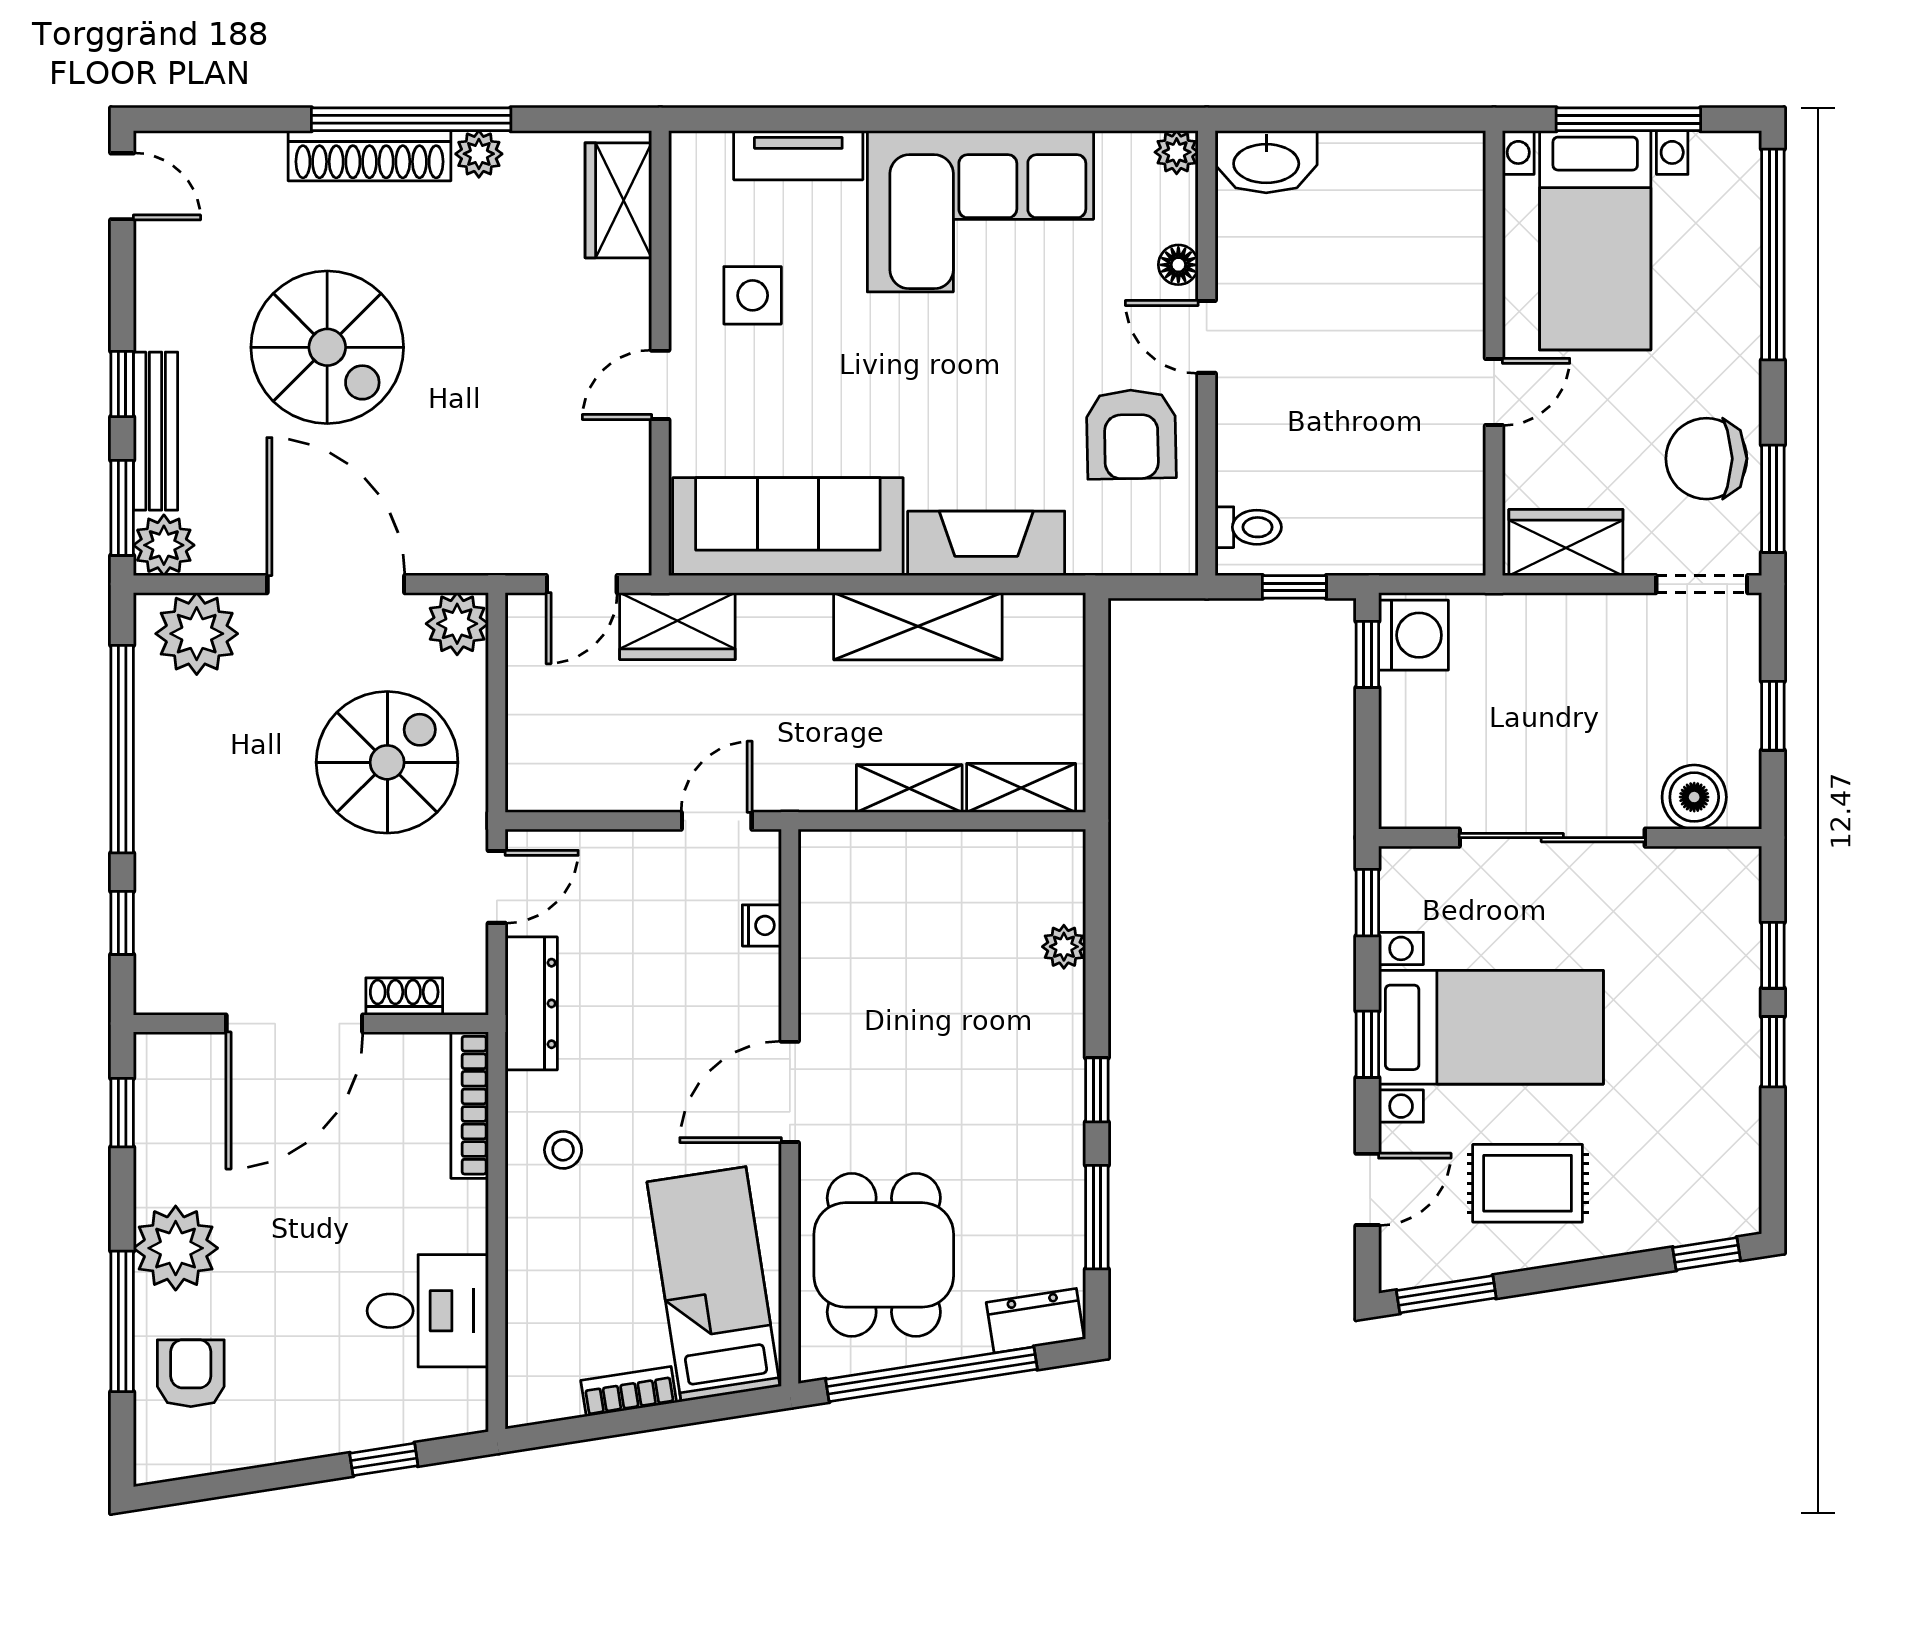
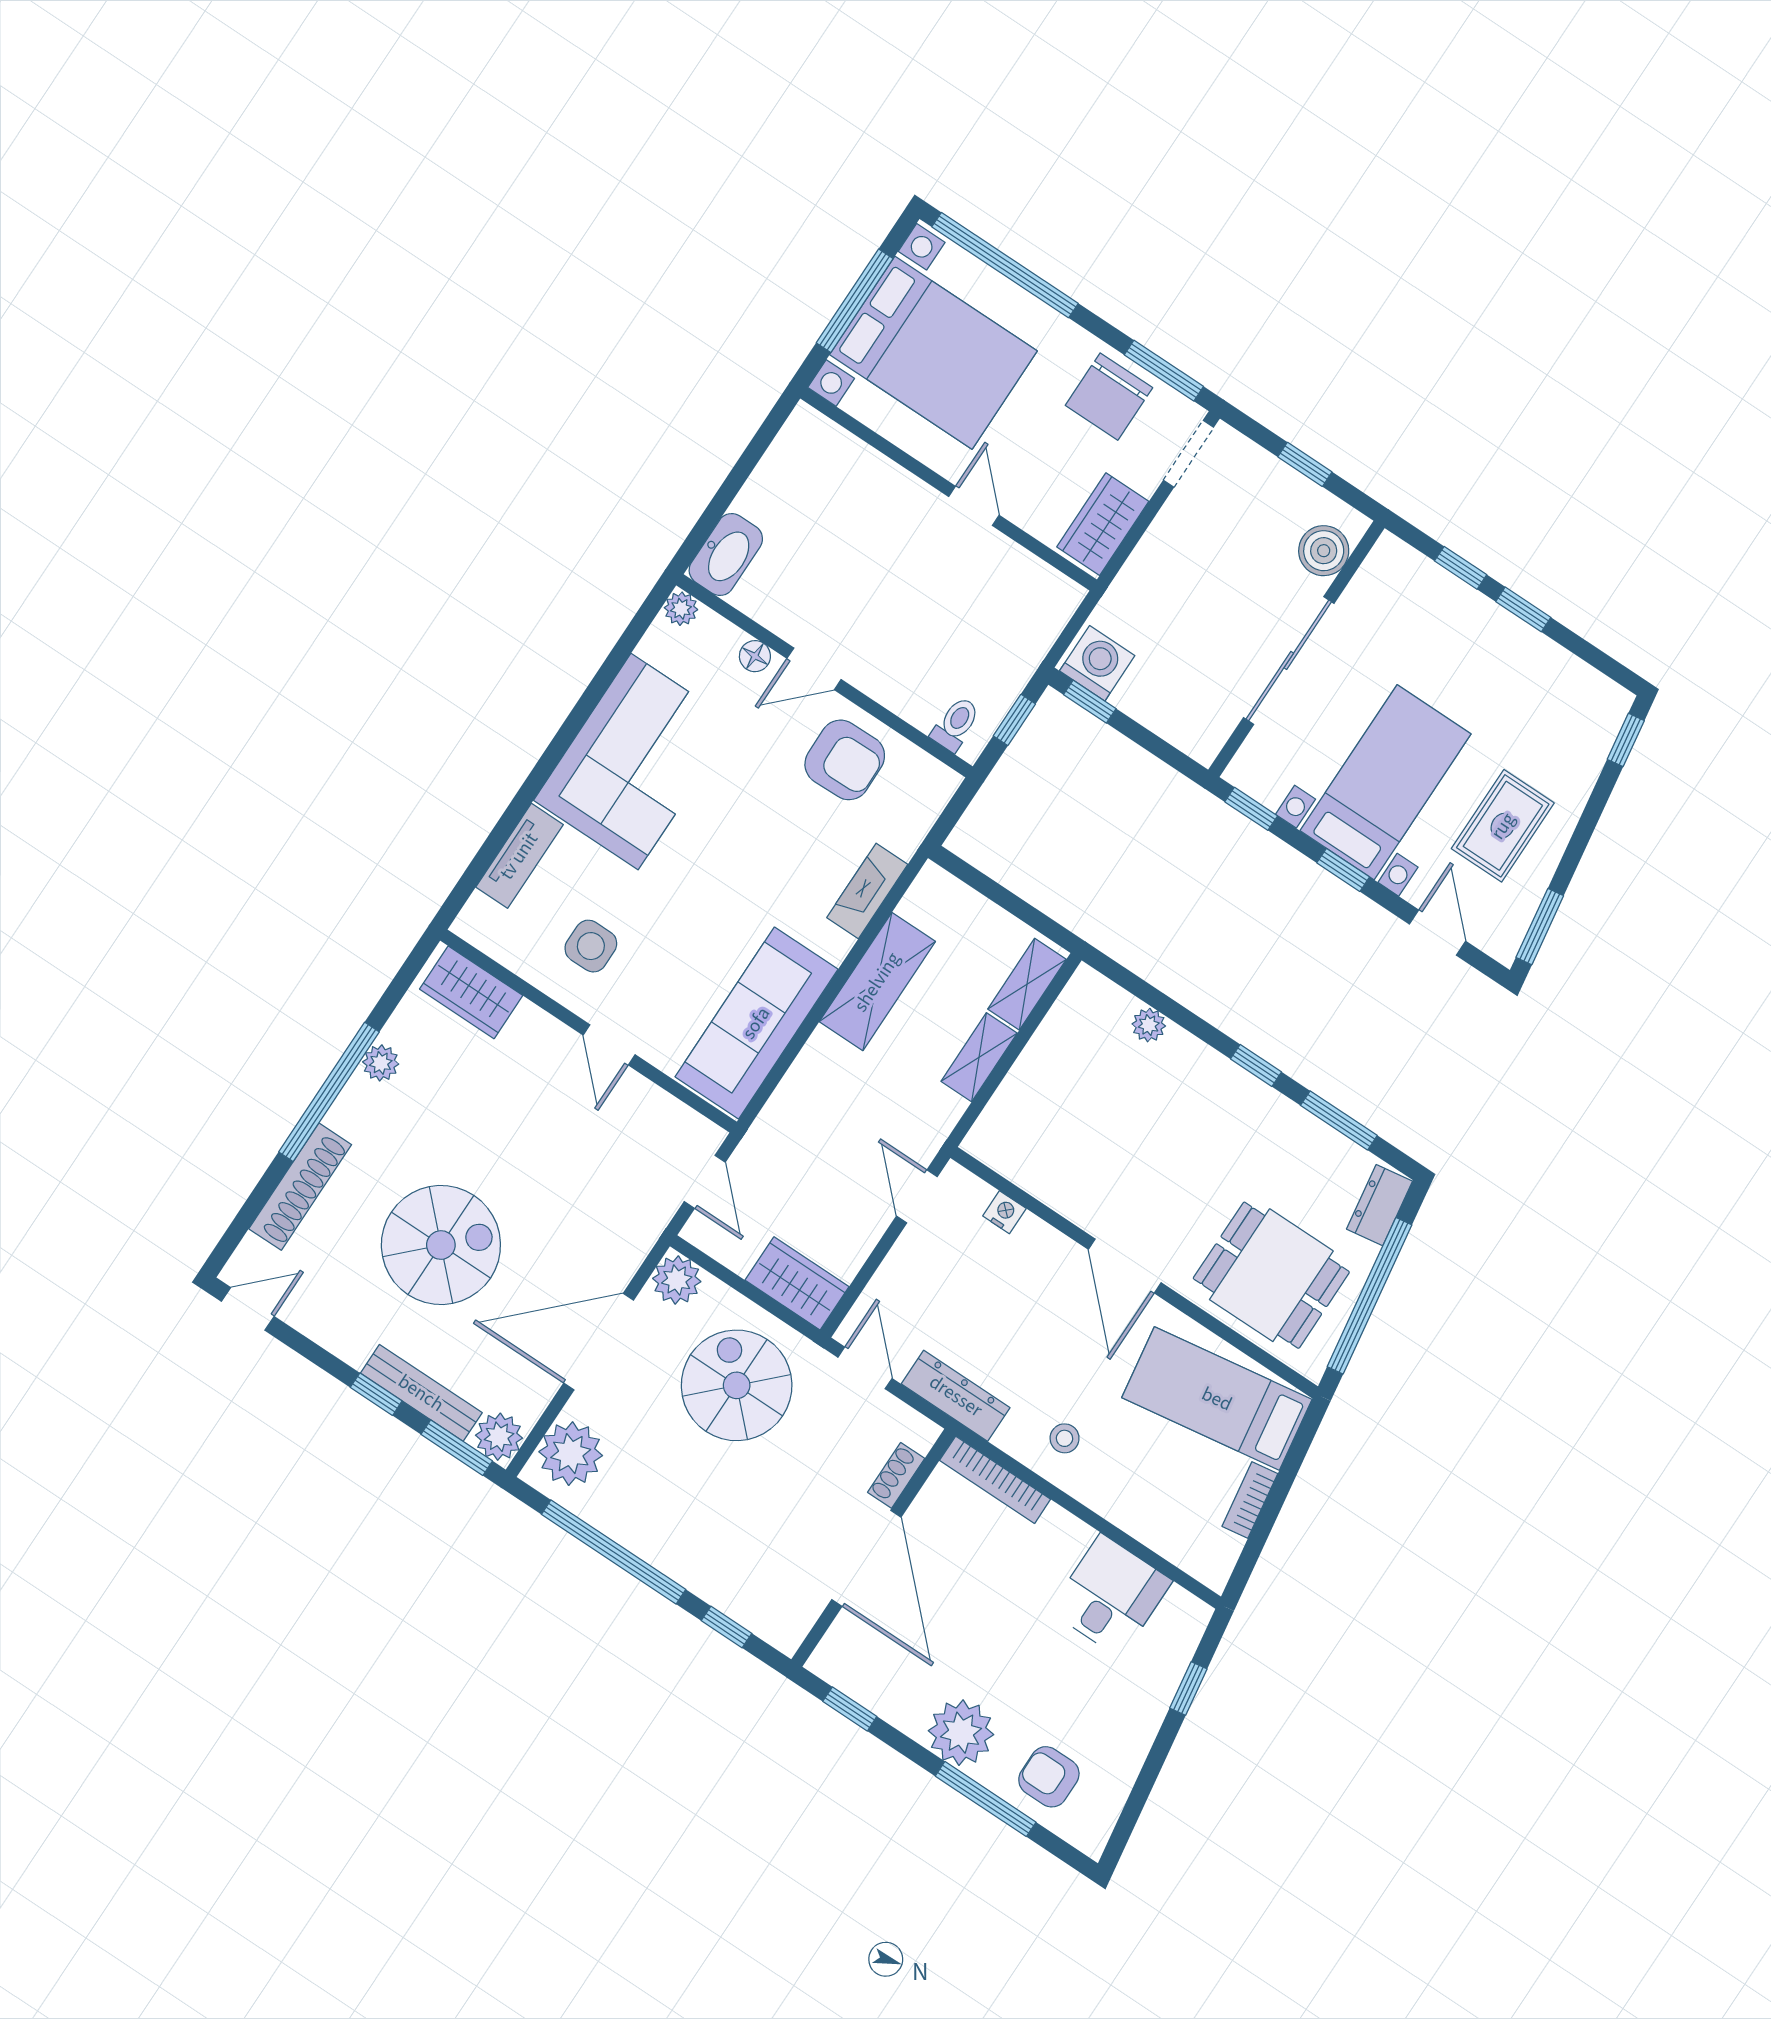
shoe rack: (370, 156) -> (300, 1187), moved
bed with nightstands: (1595, 240) -> (933, 353), width x1.36
fireplace: (986, 543) -> (867, 891), width x0.73, depth x0.76
wardrobe: (677, 626) -> (797, 1283), moved, turned -90

